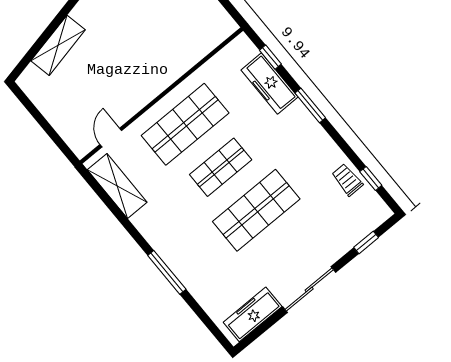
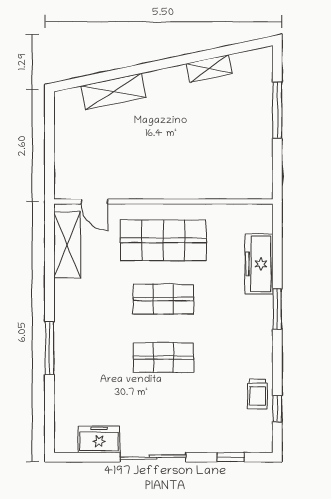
window: (270, 57) -> (277, 243), removed
door: (111, 138) -> (94, 201), swing flipped
trolley: (347, 180) -> (257, 394), turned 180
shop shelf: (256, 210) -> (163, 358), width x0.70, depth x0.74
freezer: (253, 314) -> (99, 439), width x0.71

